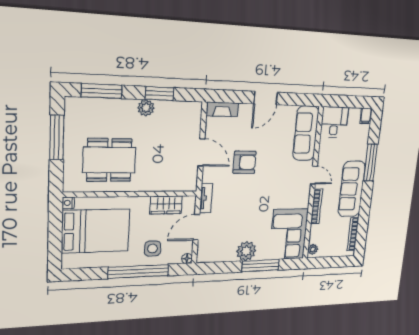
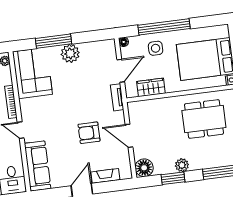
fireplace: (222, 109) -> (105, 176), moved
floor lamp: (191, 112) -> (144, 168), added

